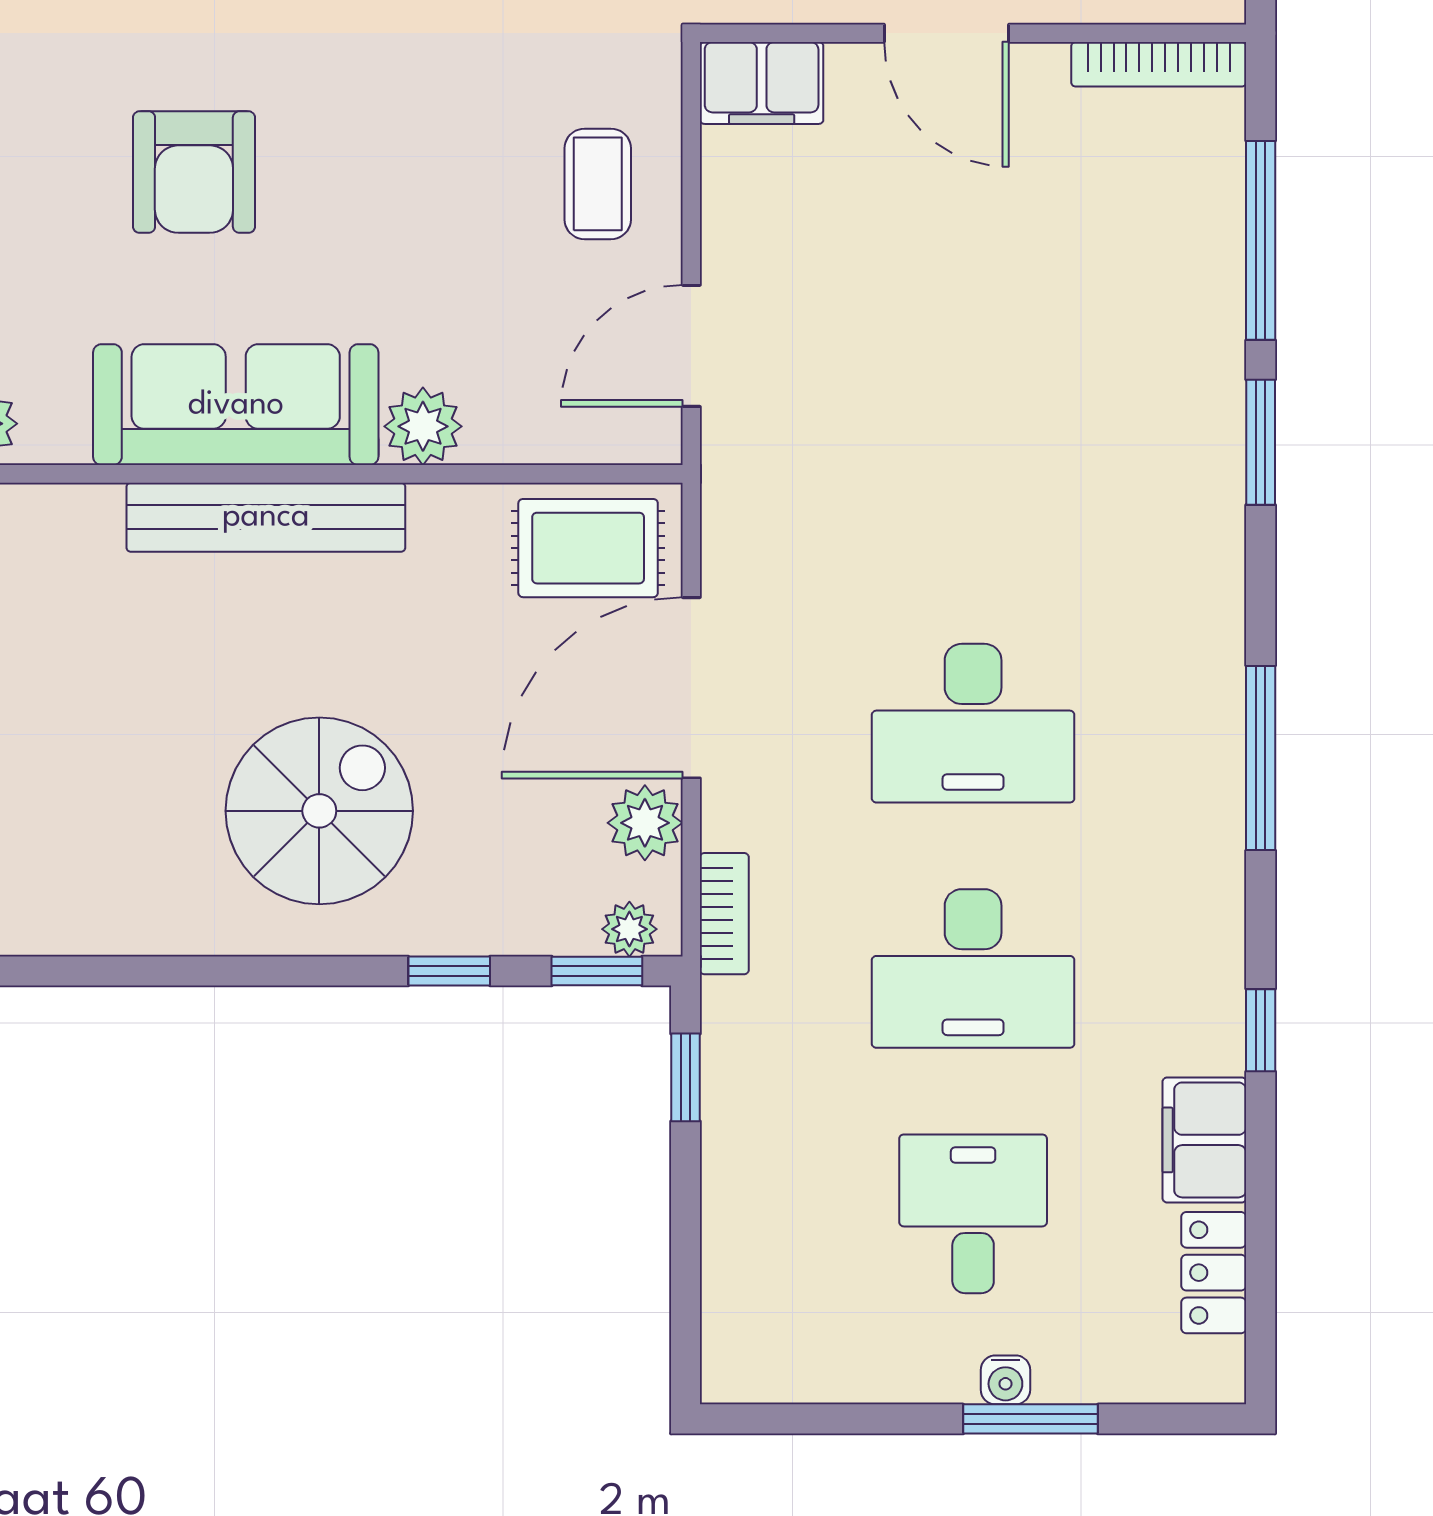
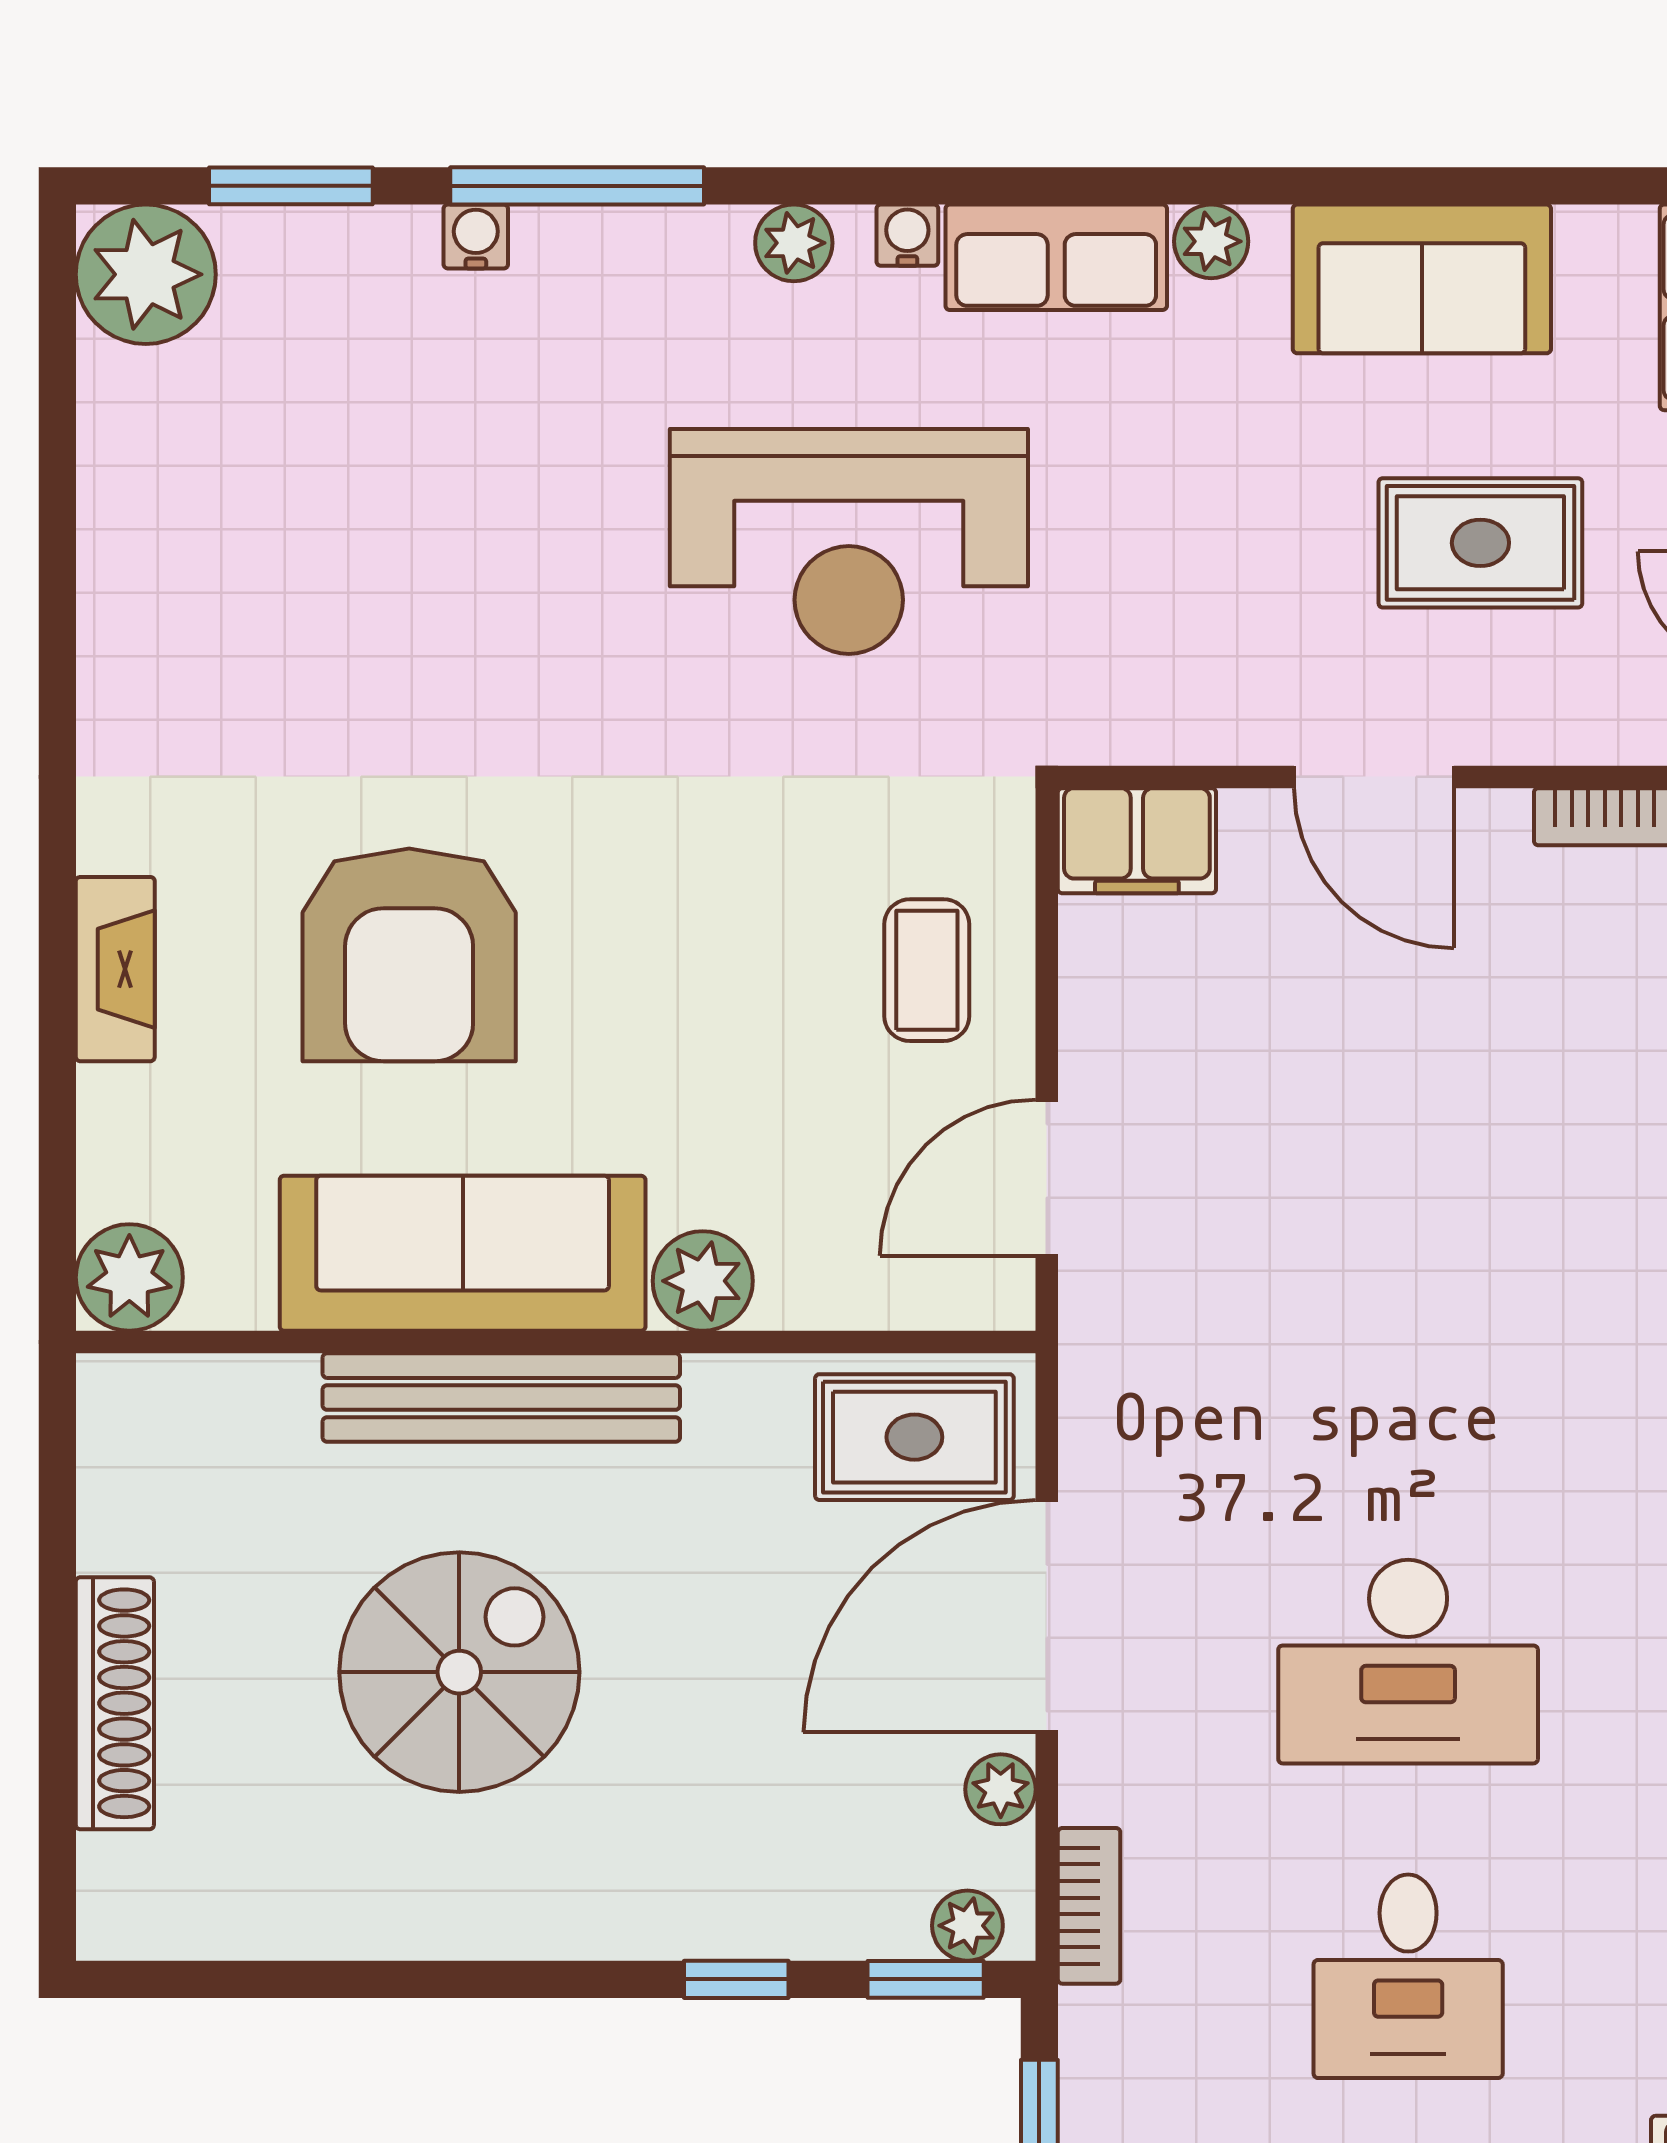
armchair: (194, 172) -> (409, 955), width x1.36, depth x1.36
spiral stairs: (319, 811) -> (459, 1672), moved
plant: (645, 823) -> (1001, 1789), width x0.73, depth x0.73
desk: (973, 968) -> (1408, 1976), width x0.73

